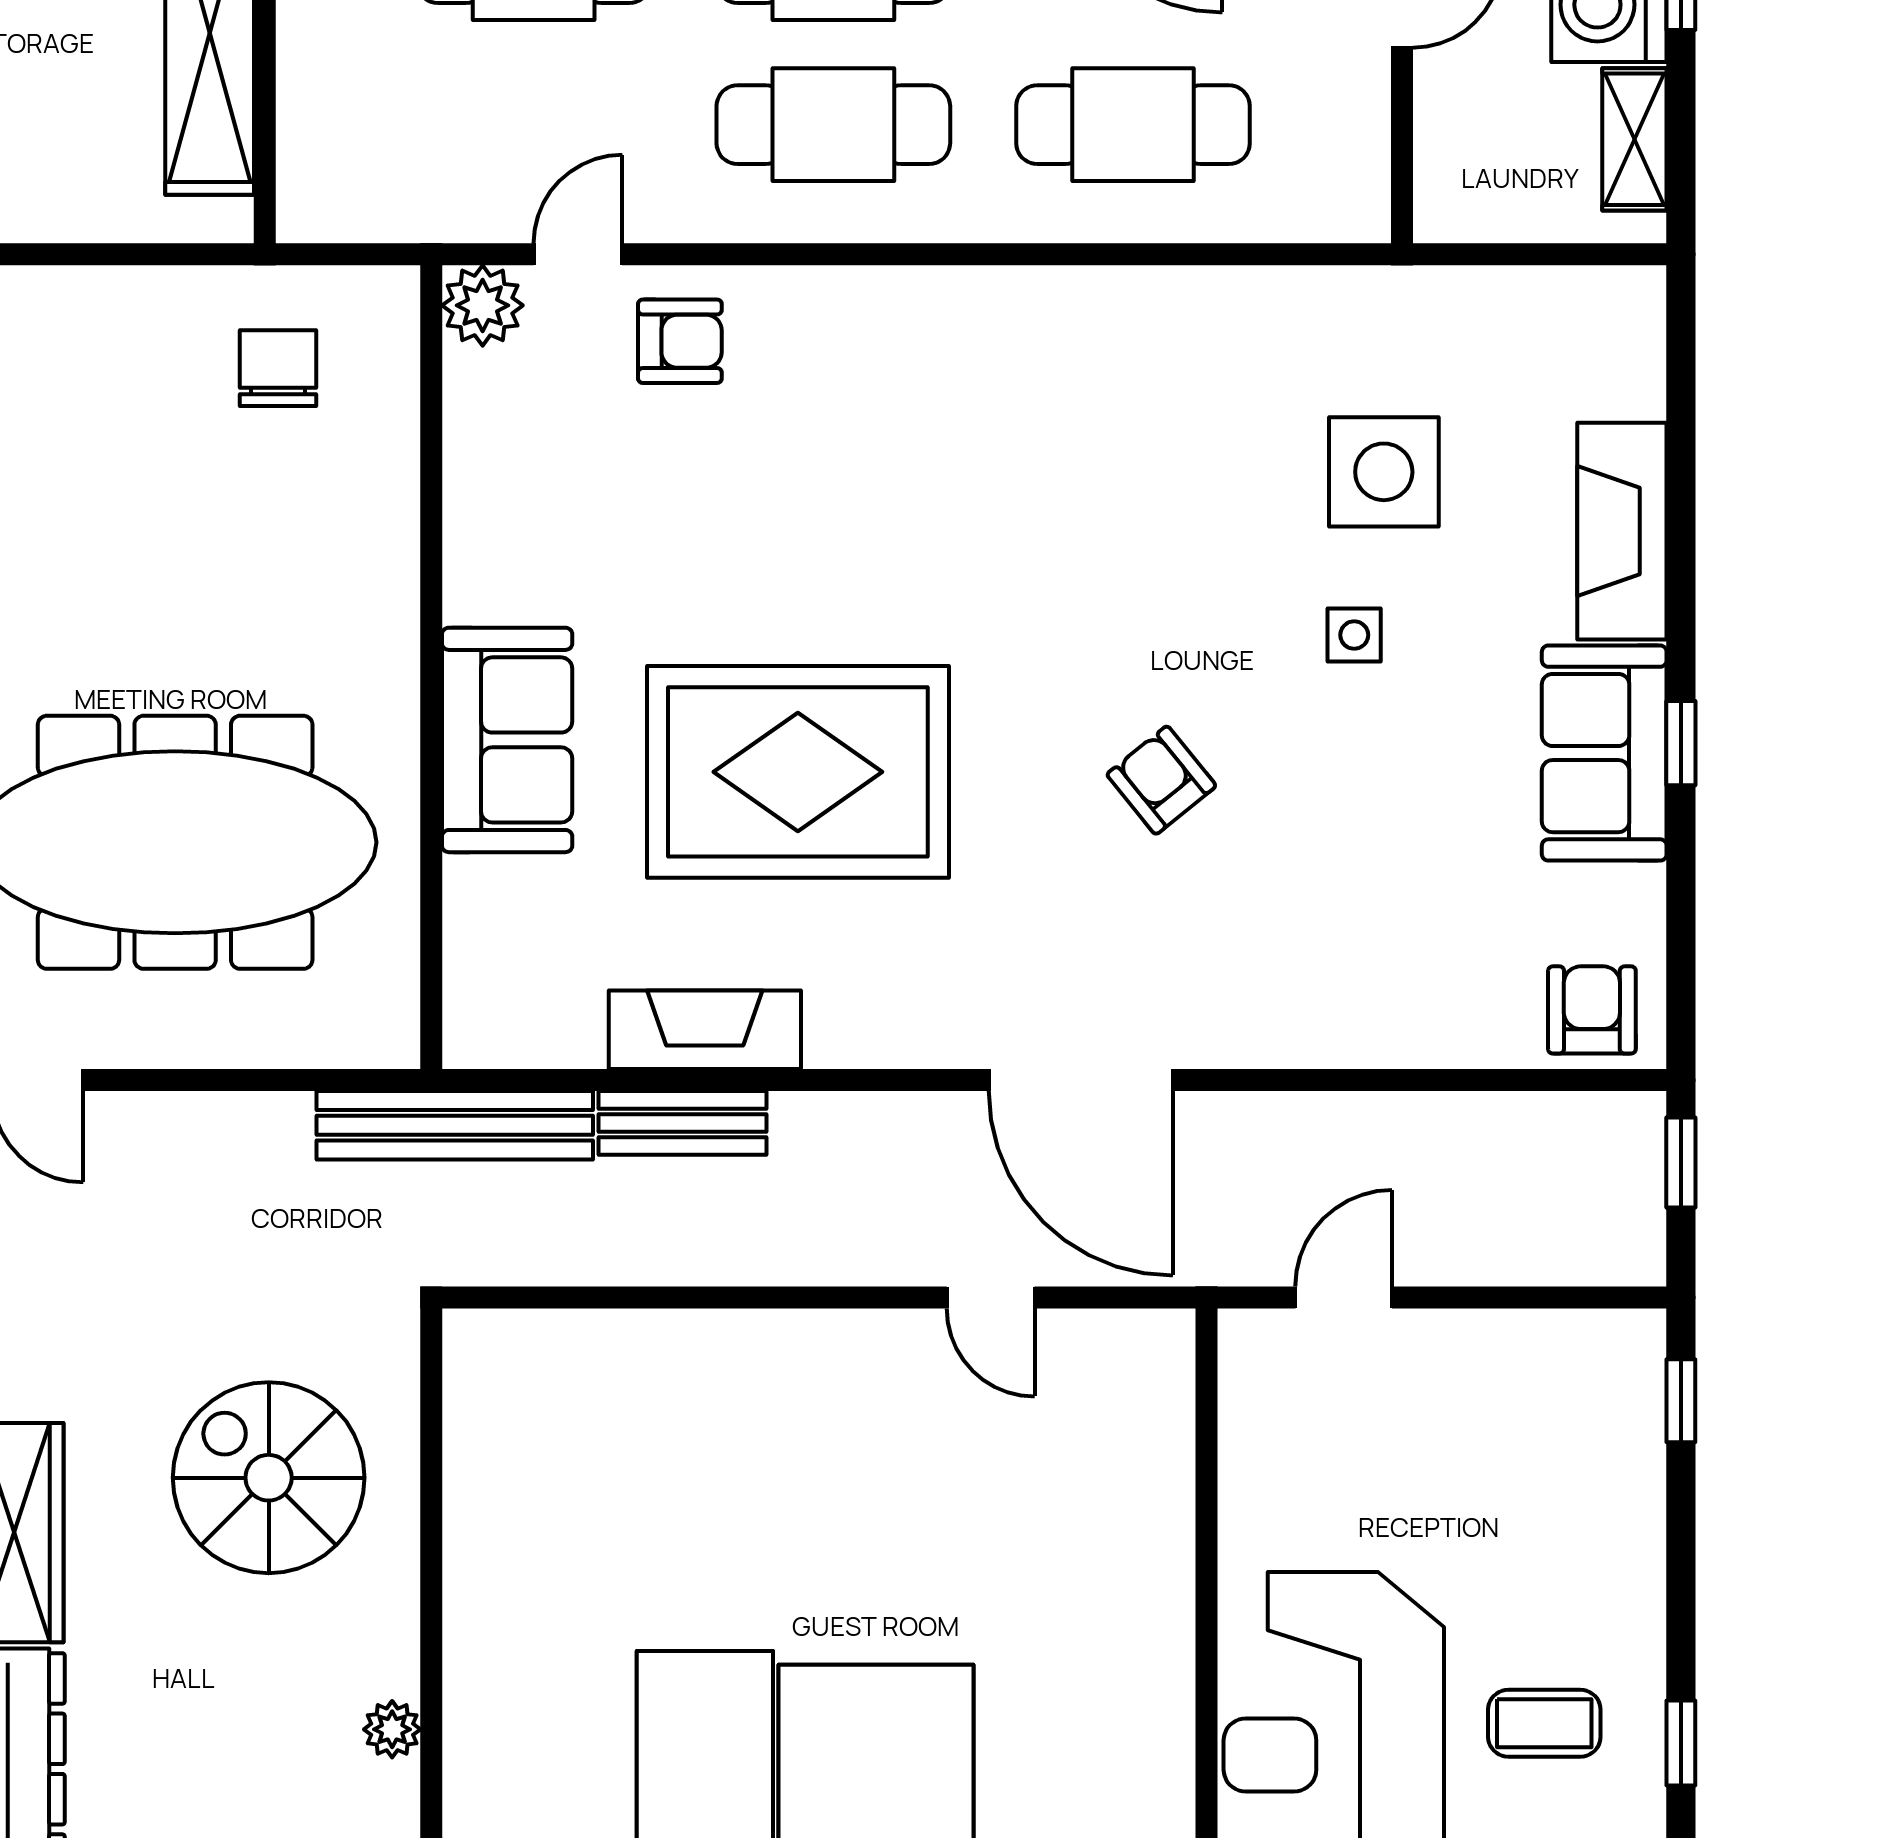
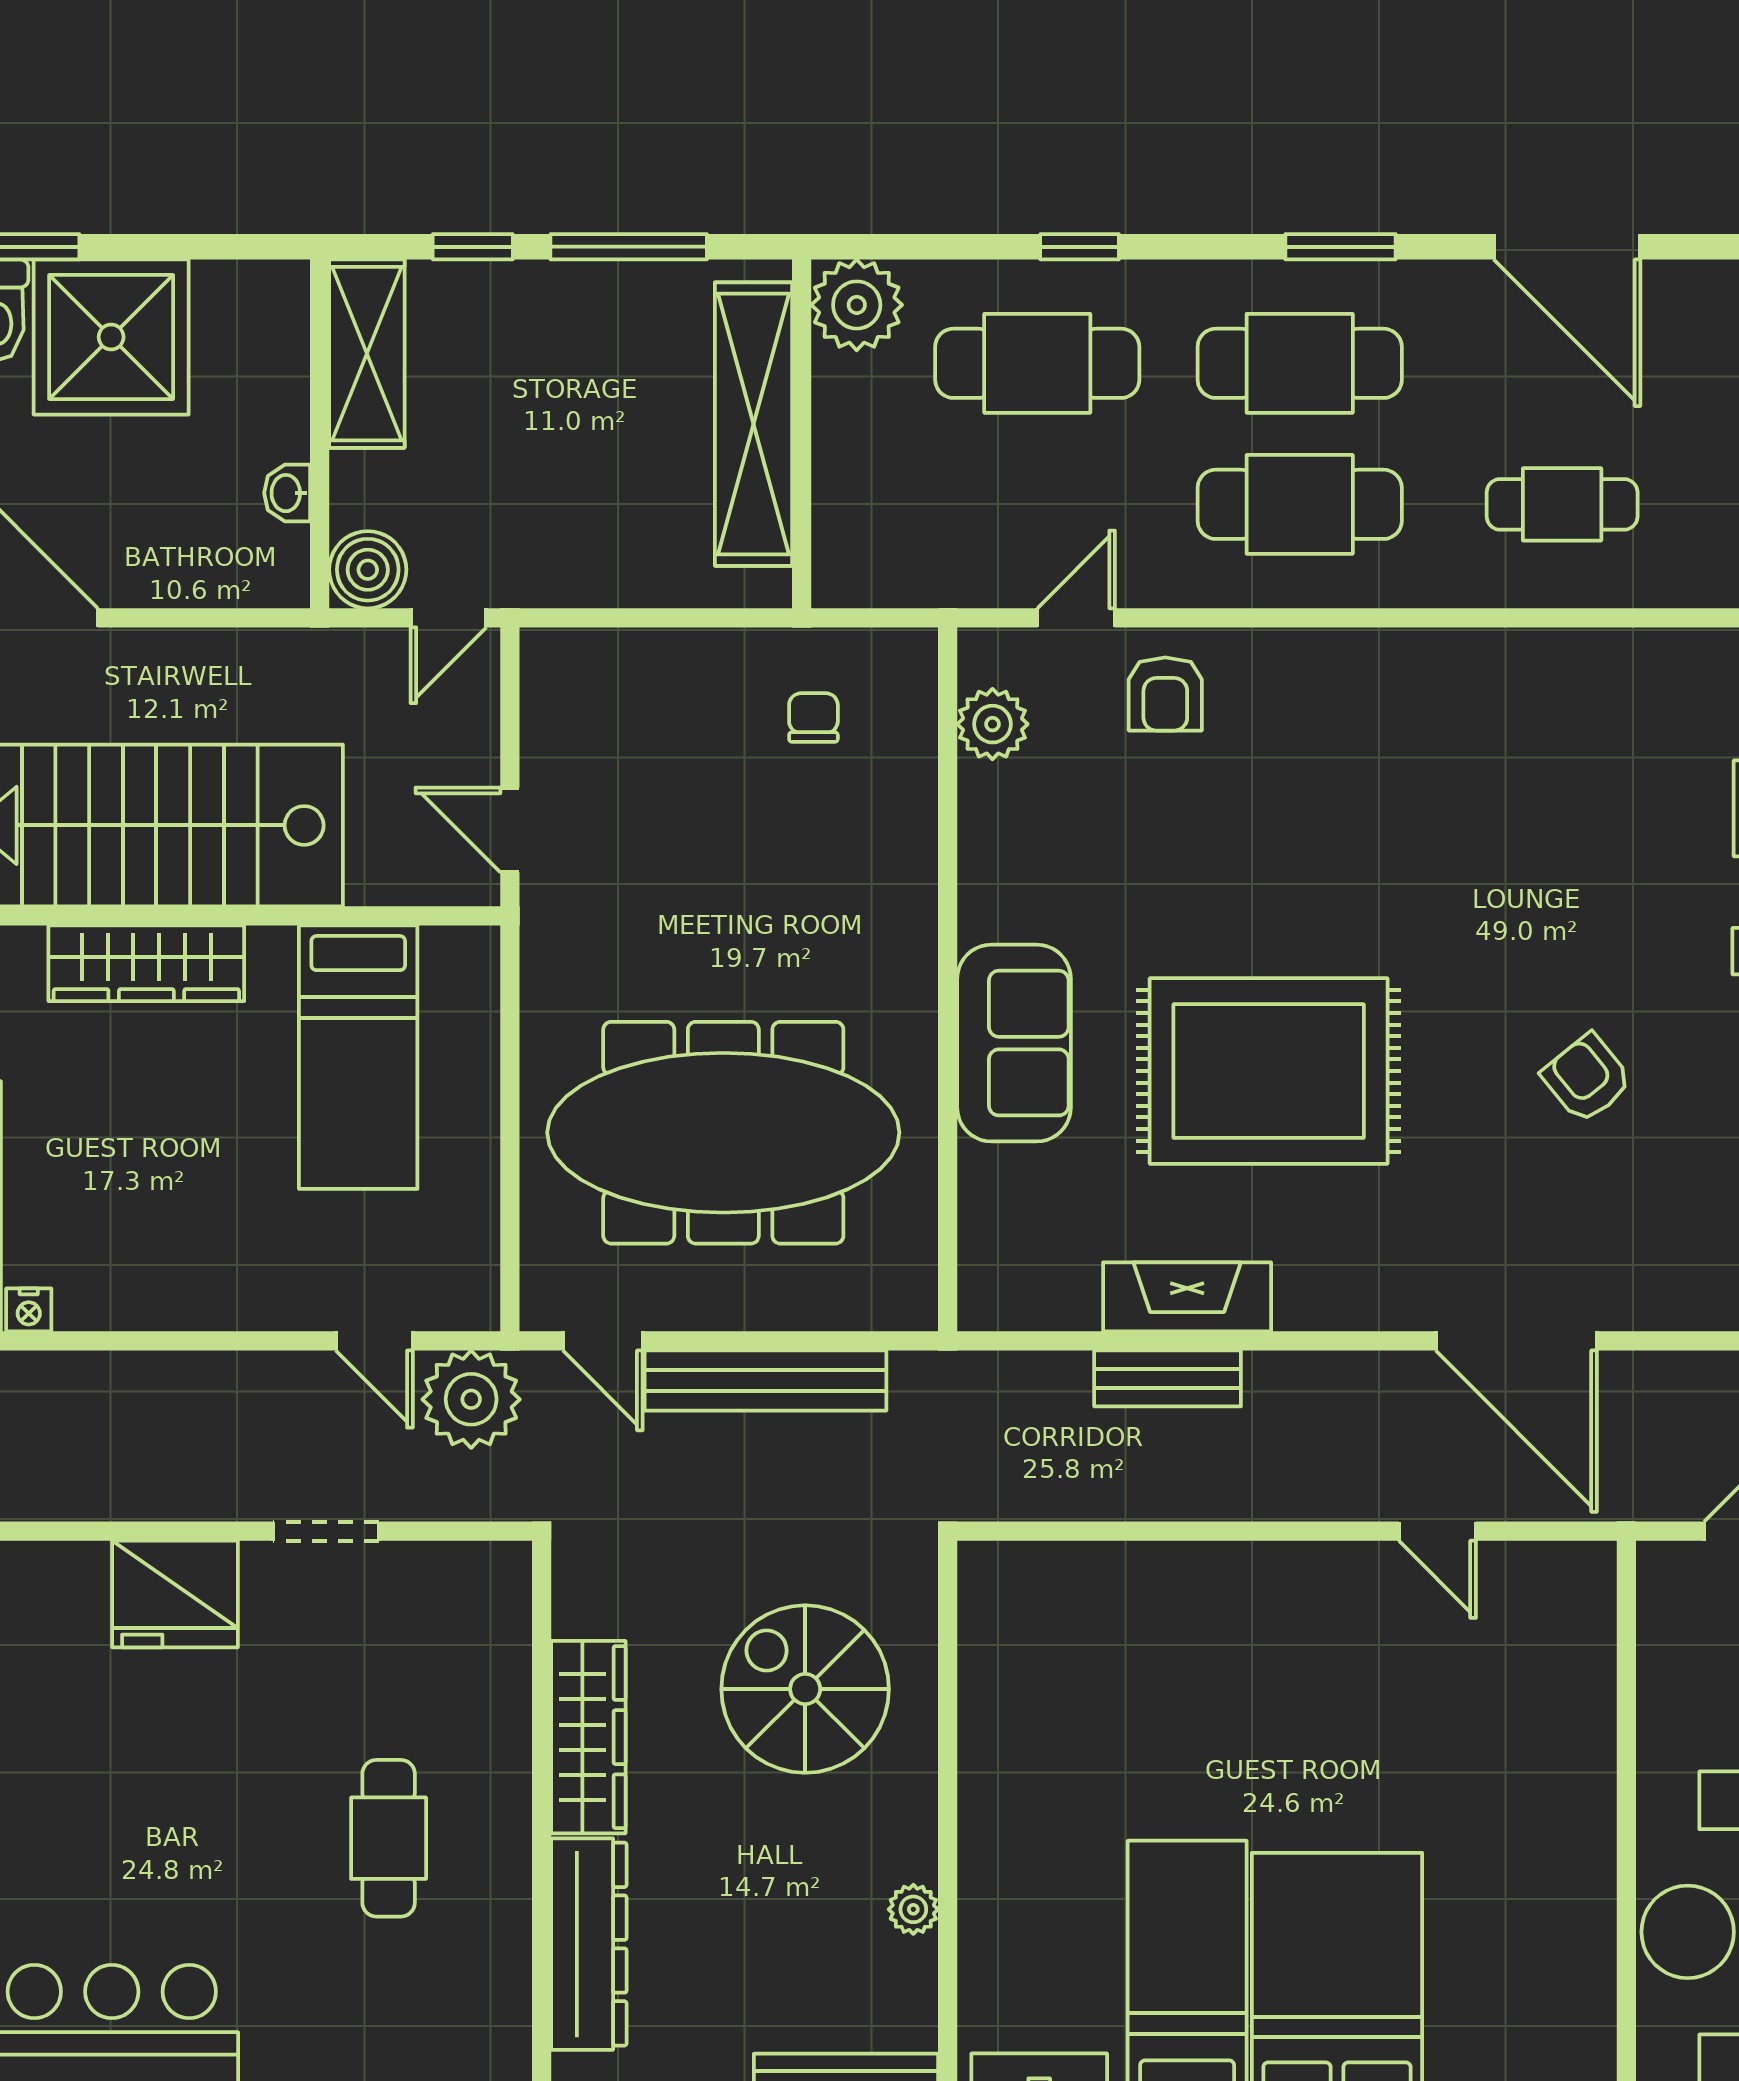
cafe table: (1133, 125) -> (1562, 504), width x0.73, depth x0.74
plant: (483, 305) -> (992, 724), moved
armchair: (680, 341) -> (1165, 694), turned 90
chair: (278, 368) -> (813, 718), width x0.73, depth x0.73
bench: (455, 1125) -> (765, 1381), moved

